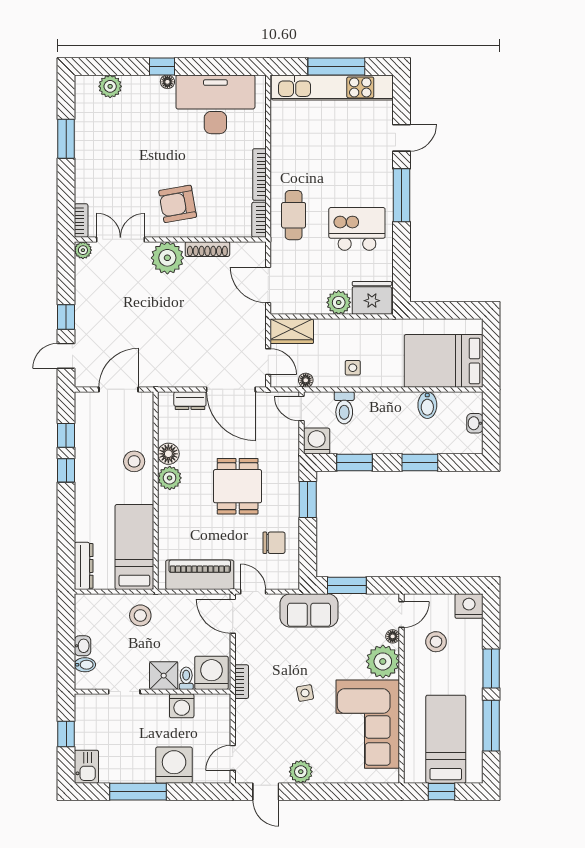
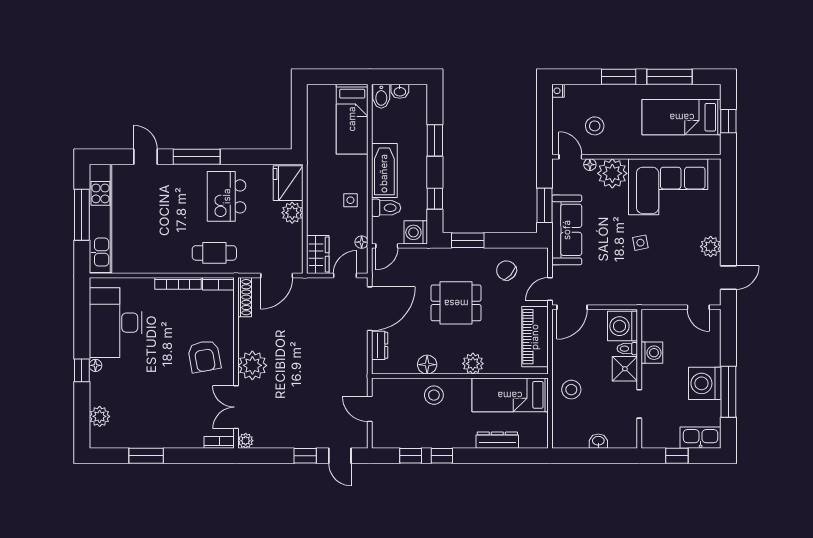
shoe rack: (207, 249) -> (245, 297), moved
bed: (444, 361) -> (352, 119), width x0.67
door: (119, 389) -> (370, 409), width x0.73
bidet: (427, 405) -> (381, 96), moved, turned 90
bathtub: (386, 406) -> (384, 170), added
window: (355, 462) -> (435, 199), width x0.67
plant: (170, 478) -> (473, 364), moved
chair: (274, 543) -> (506, 270), turned -48
dresser: (84, 566) -> (497, 440), moved
nightstand: (469, 606) -> (558, 91), width x0.53, depth x0.56
sofa: (309, 610) -> (567, 230), width x1.36
bidet: (85, 665) -> (615, 439), removed
bookcase: (242, 682) -> (630, 299), removed
washing machine: (174, 765) -> (705, 383), moved
kitchen sink: (86, 767) -> (701, 438), width x1.38

